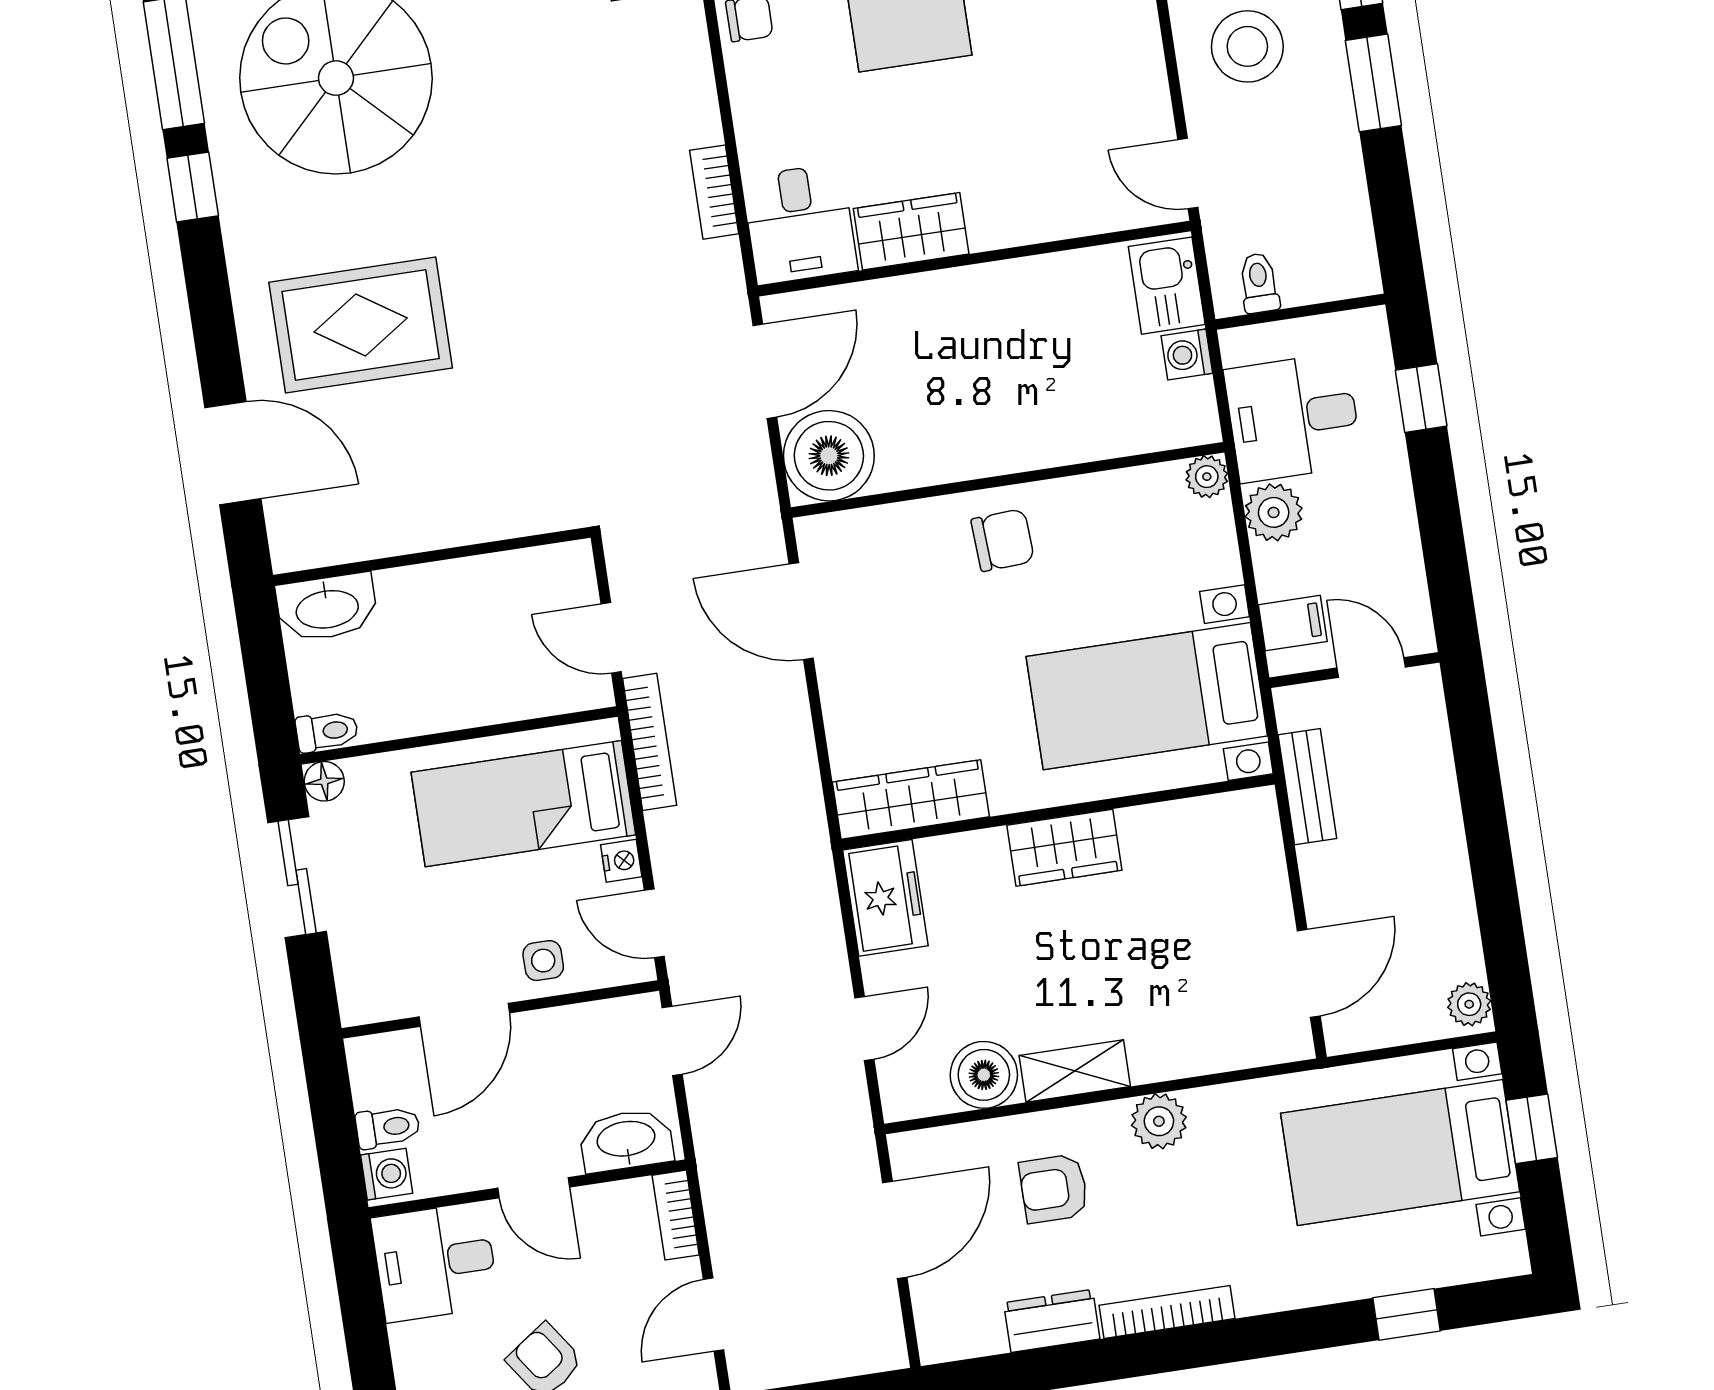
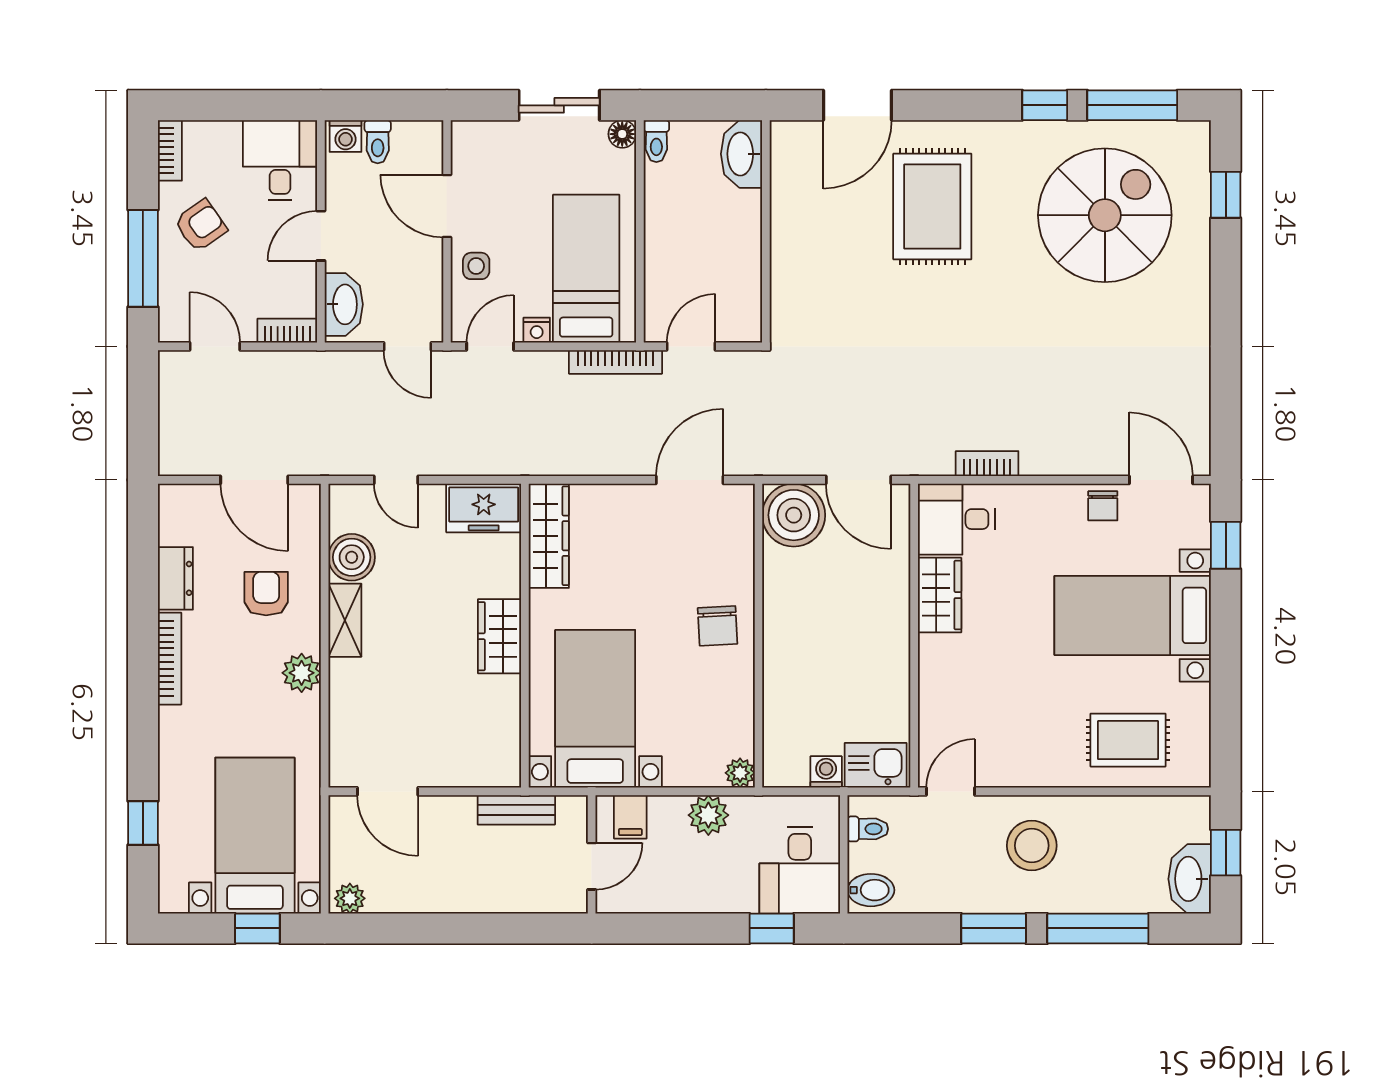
bidet: (1345, 265) -> (871, 890), added
desk: (1293, 417) -> (800, 870), moved, turned 180

